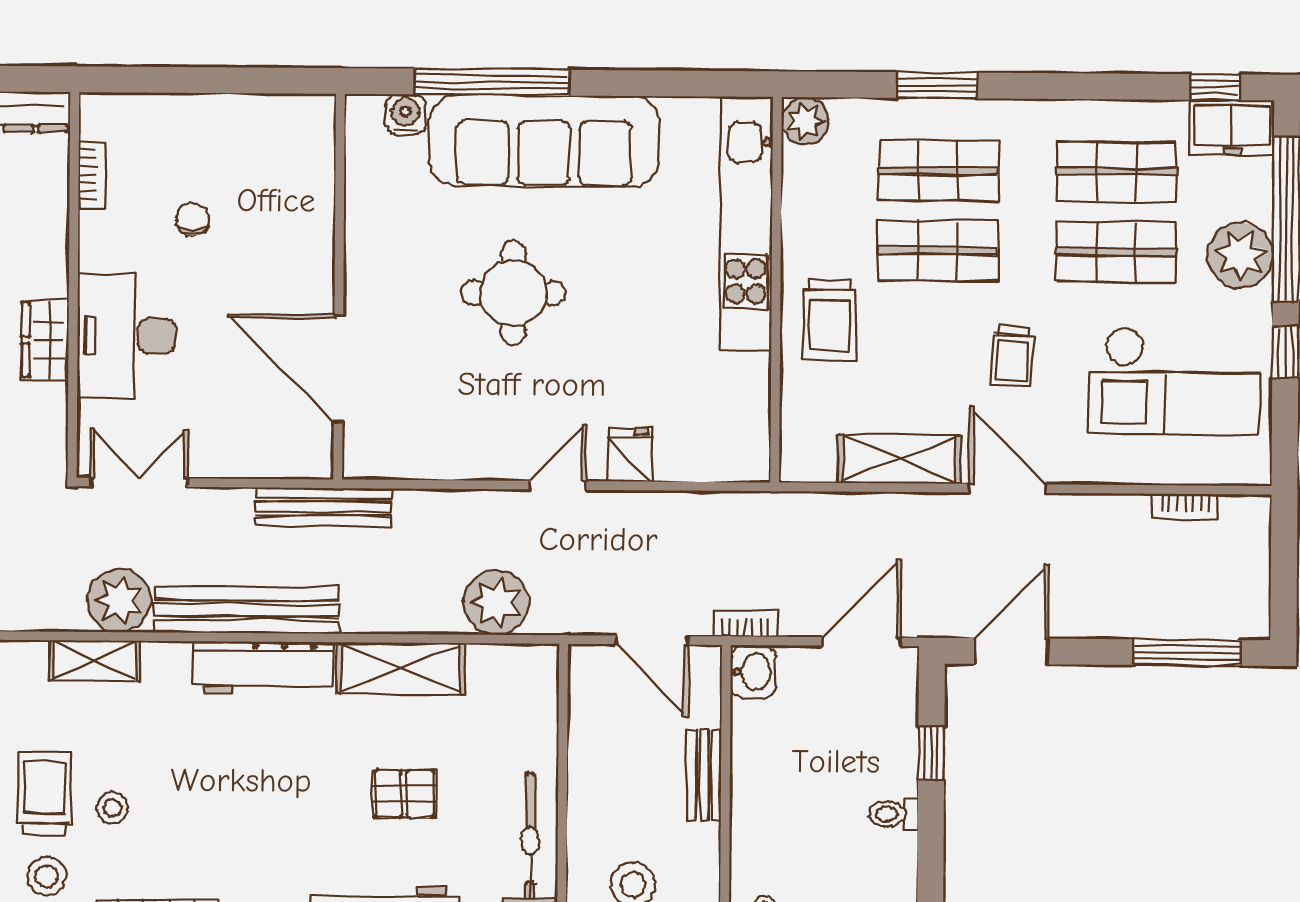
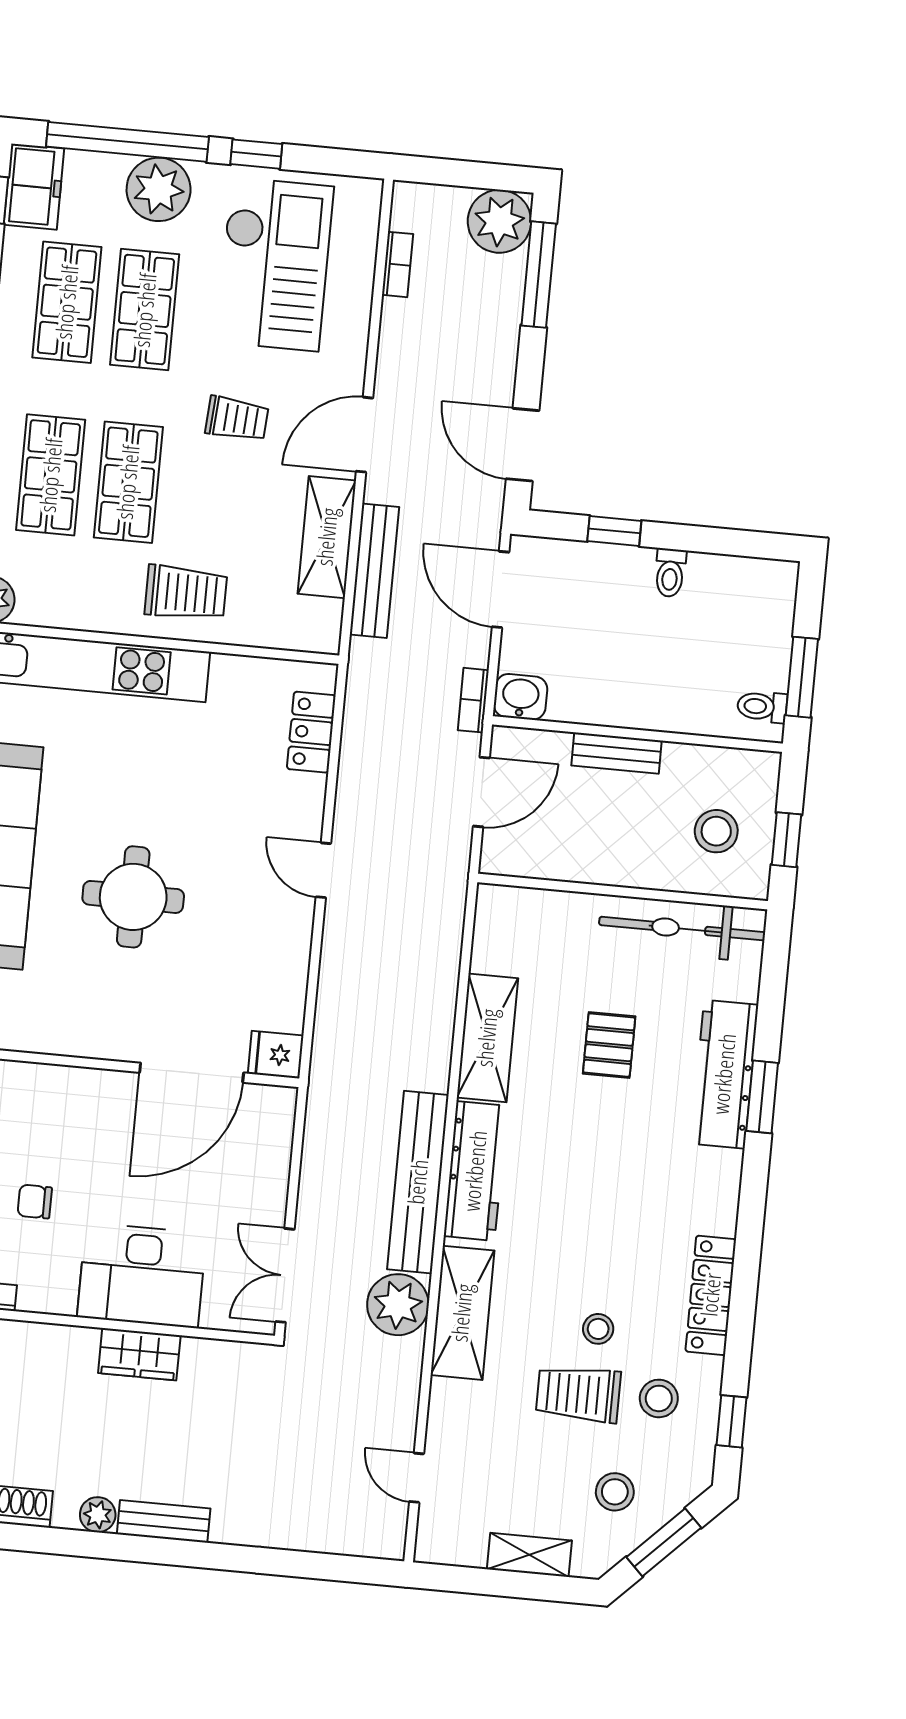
fridge: (630, 455) -> (276, 1055), moved
locker: (698, 461) -> (311, 732), added
bench: (324, 507) -> (374, 571), moved
plant: (496, 602) -> (499, 221), moved
shelving: (94, 661) -> (462, 1313), width x1.50, depth x1.33

